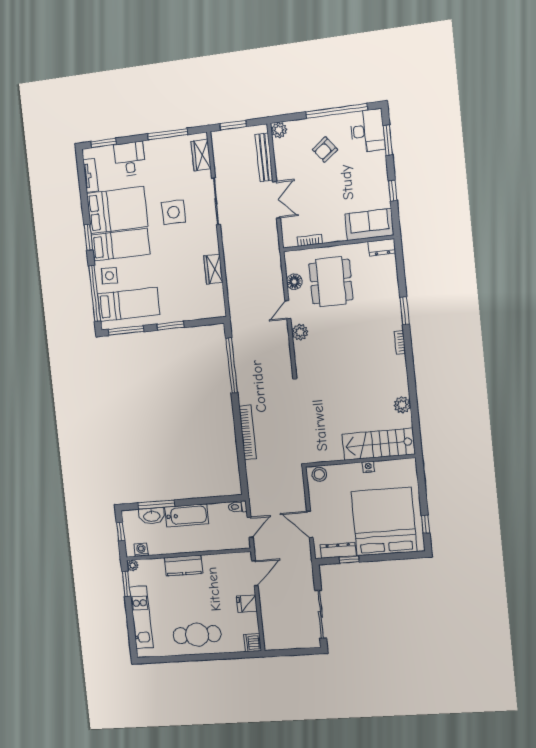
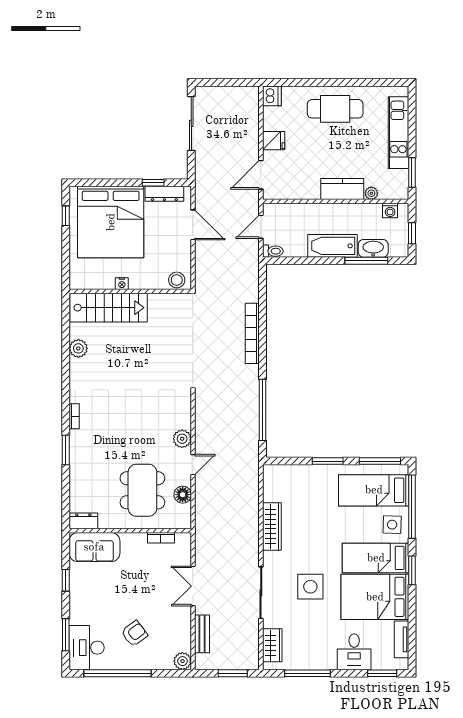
bench: (264, 157) -> (202, 634), width x0.73
wardrobe: (213, 269) -> (272, 527), width x1.50
plant: (133, 565) -> (371, 193), moved

